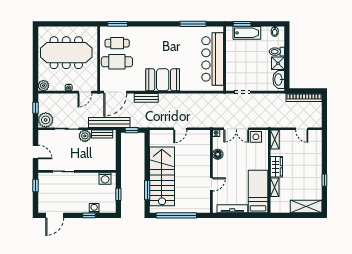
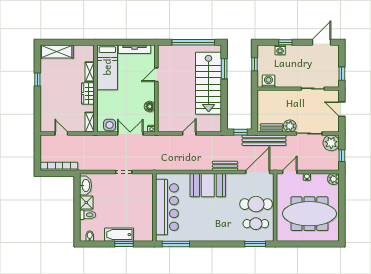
bar counter: (213, 59) -> (167, 207), moved
wall: (225, 59) -> (154, 207), moved

